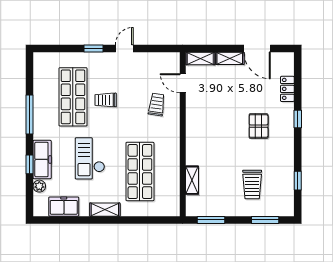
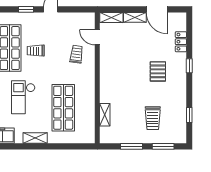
window: (211, 220) -> (131, 146), moved

